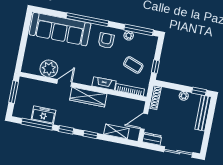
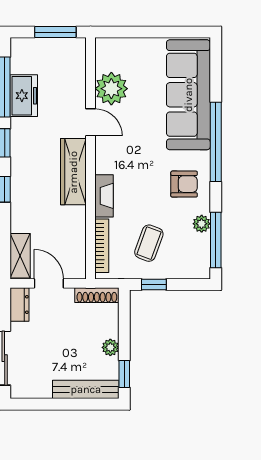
shelving: (116, 131) -> (20, 256), moved

